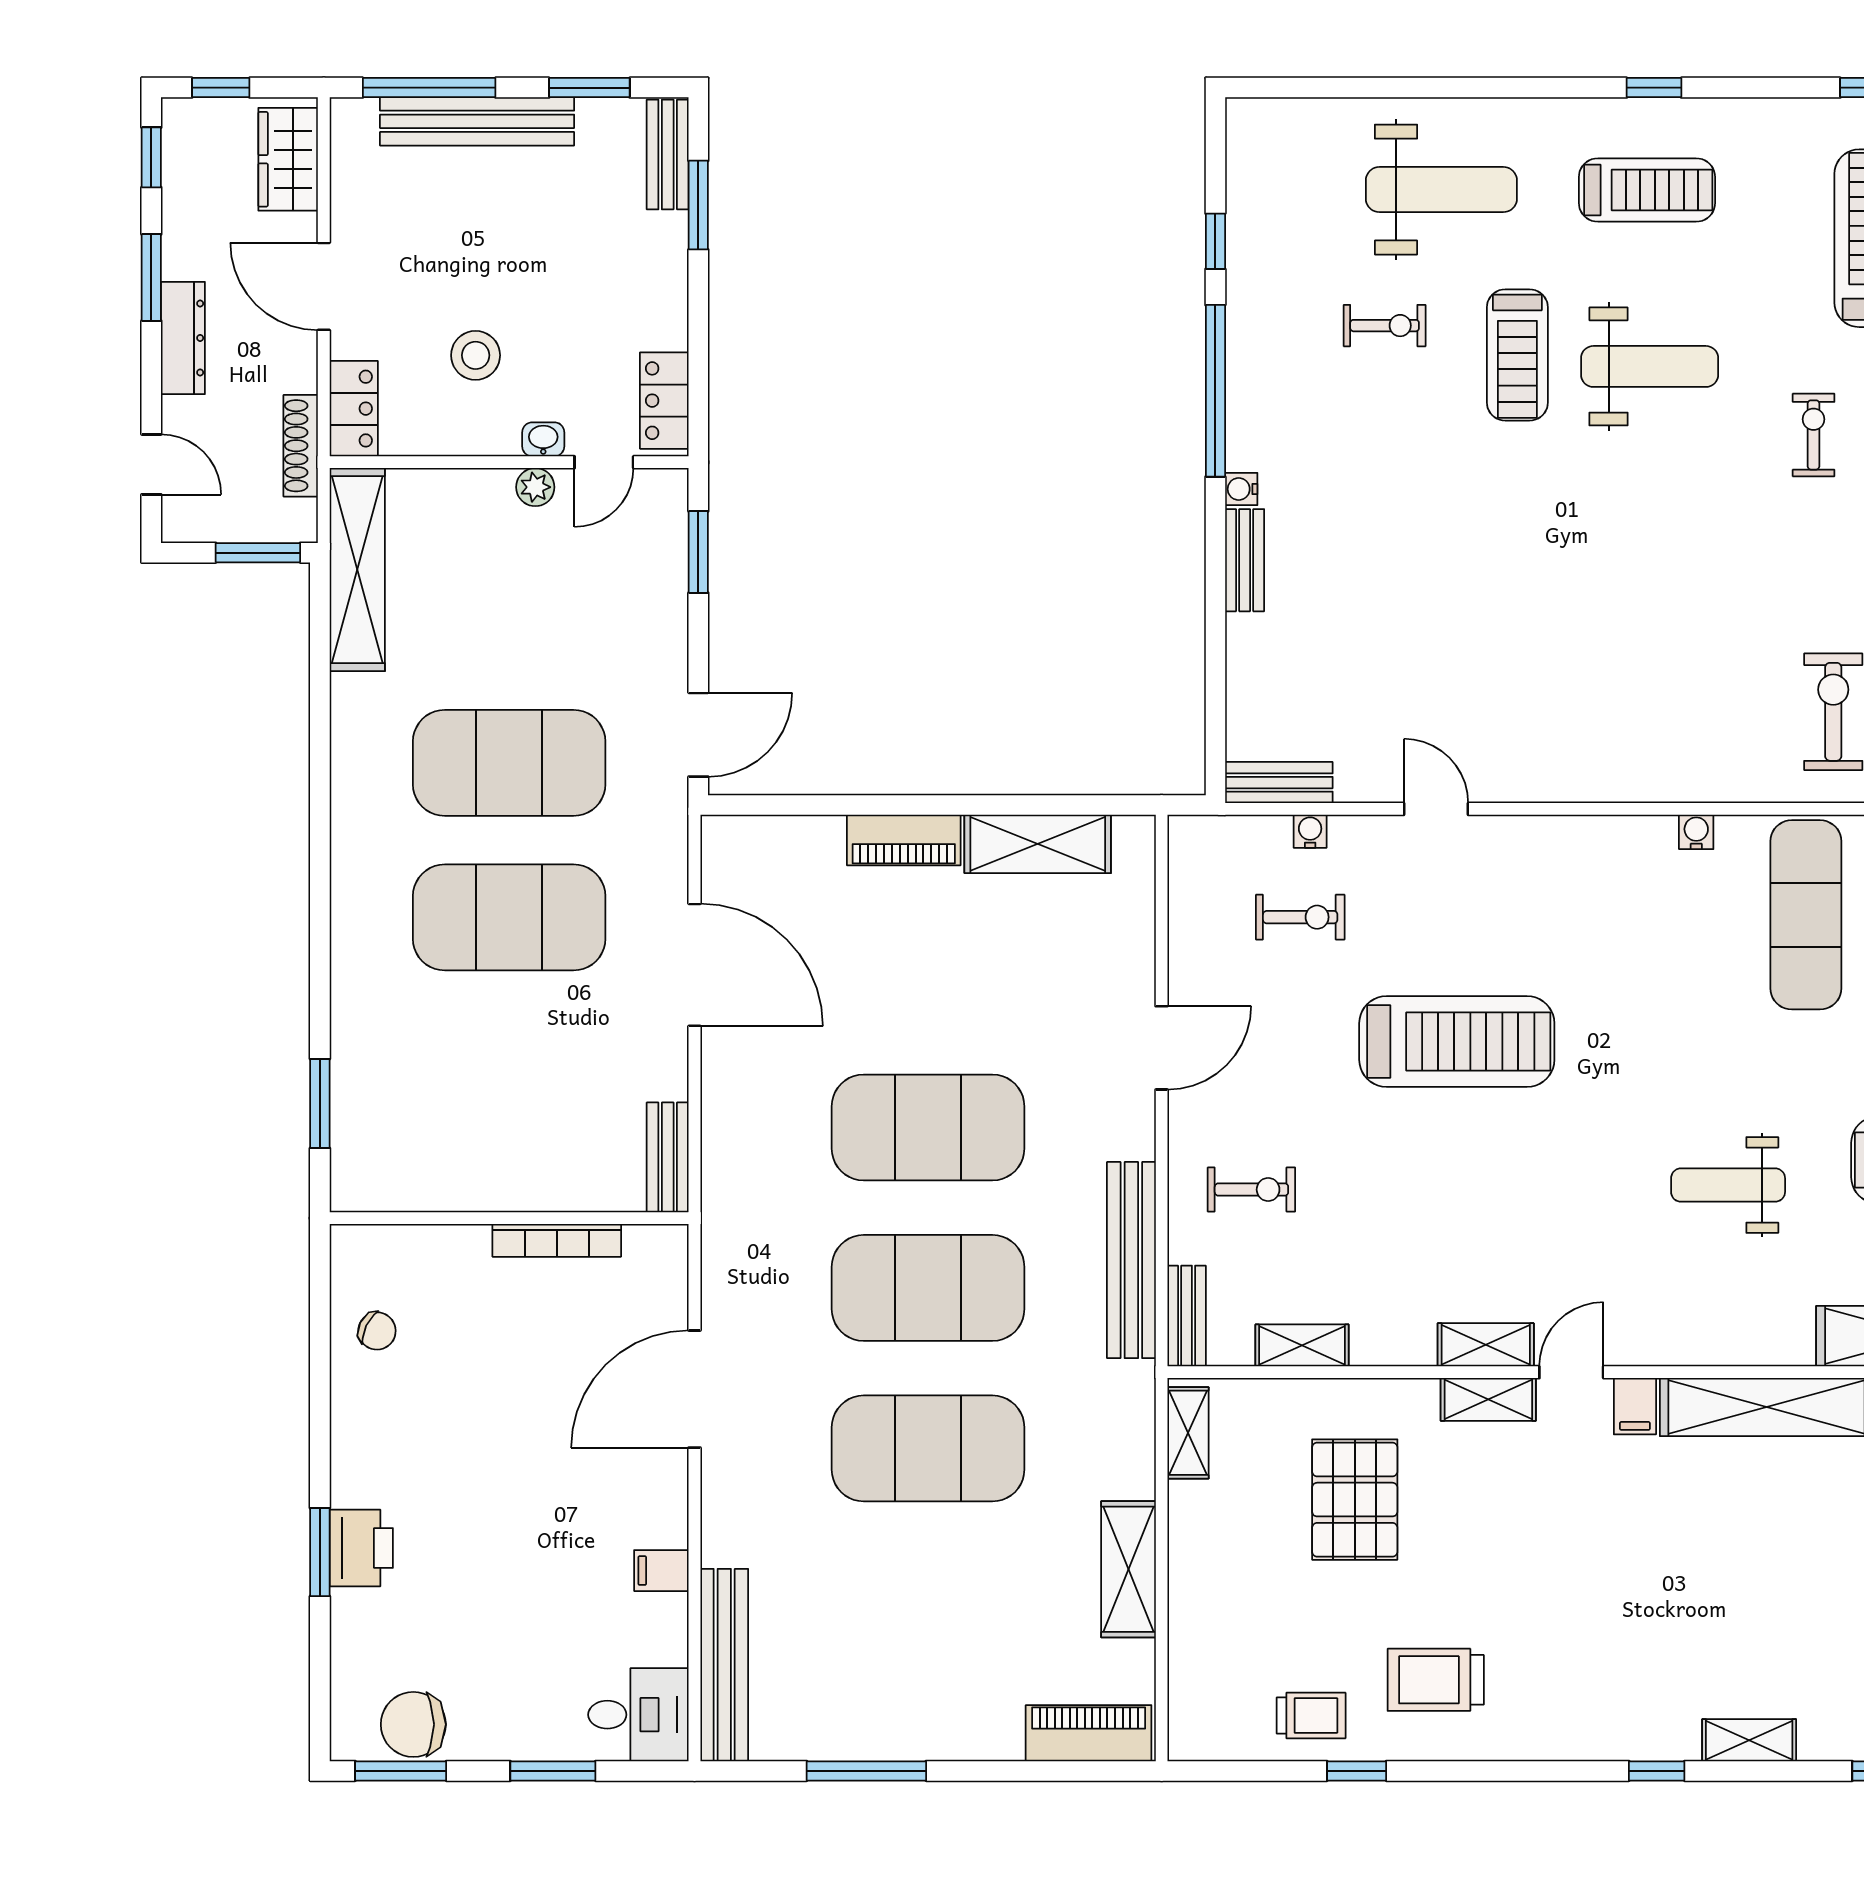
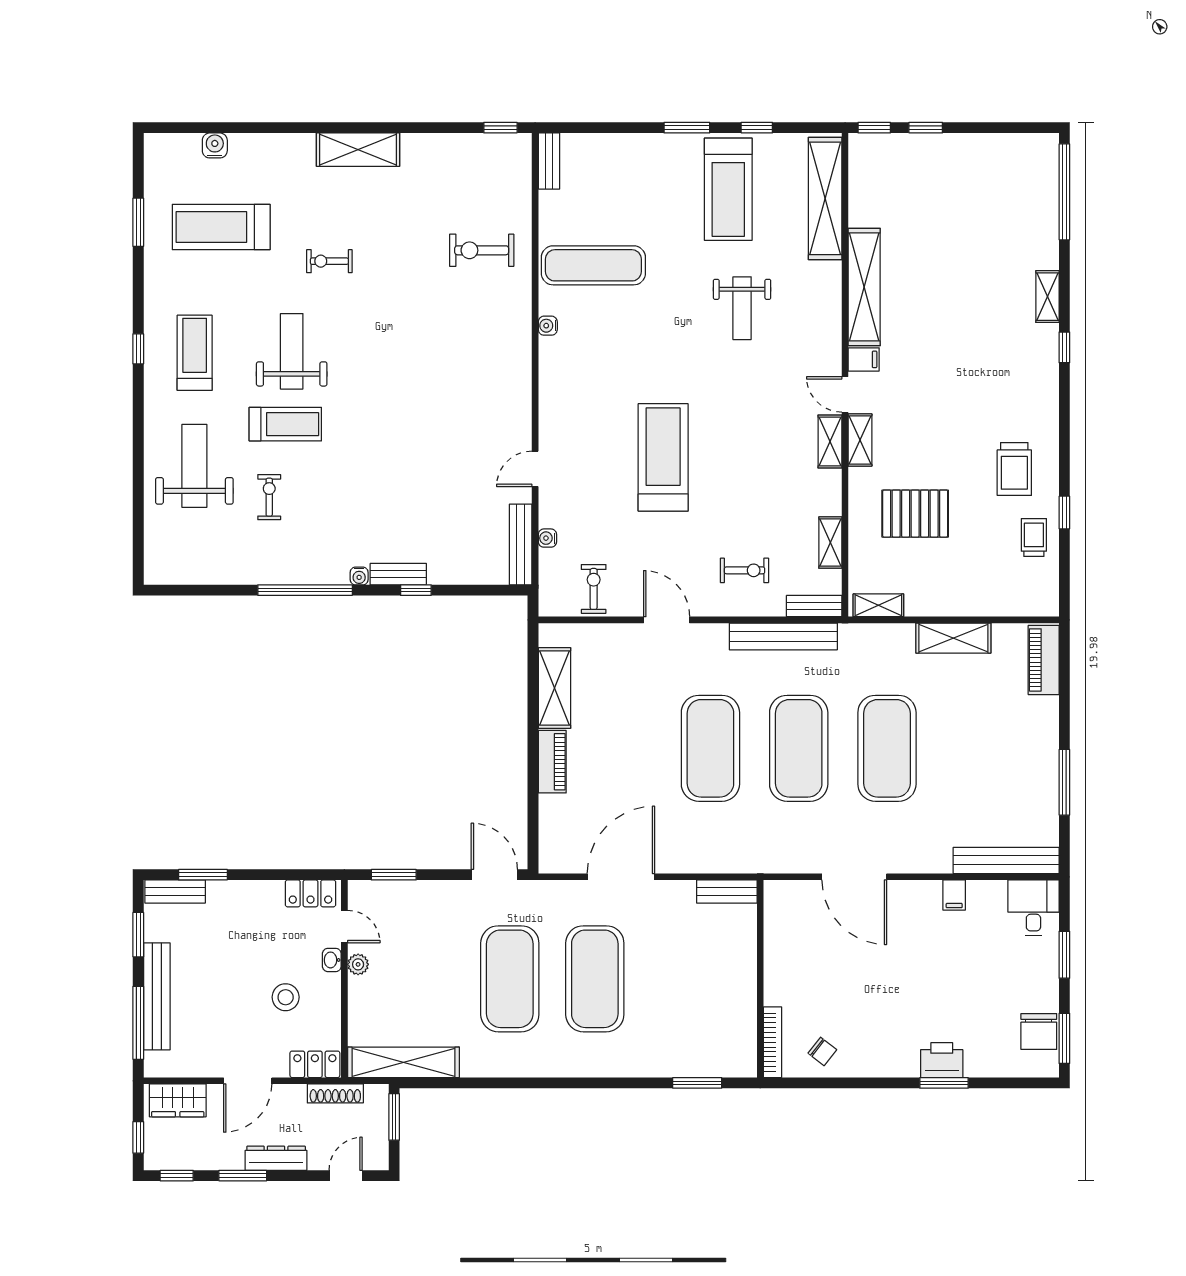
window: (1215, 241) -> (416, 590), moved
bench: (1279, 783) -> (521, 545), width x1.36
exercise bike: (1300, 917) -> (594, 589), moved
exercise bike: (1251, 1190) -> (745, 570), turned 90
bookcase: (557, 1240) -> (772, 1042), moved
chair: (377, 1331) -> (822, 1051), turned 102

